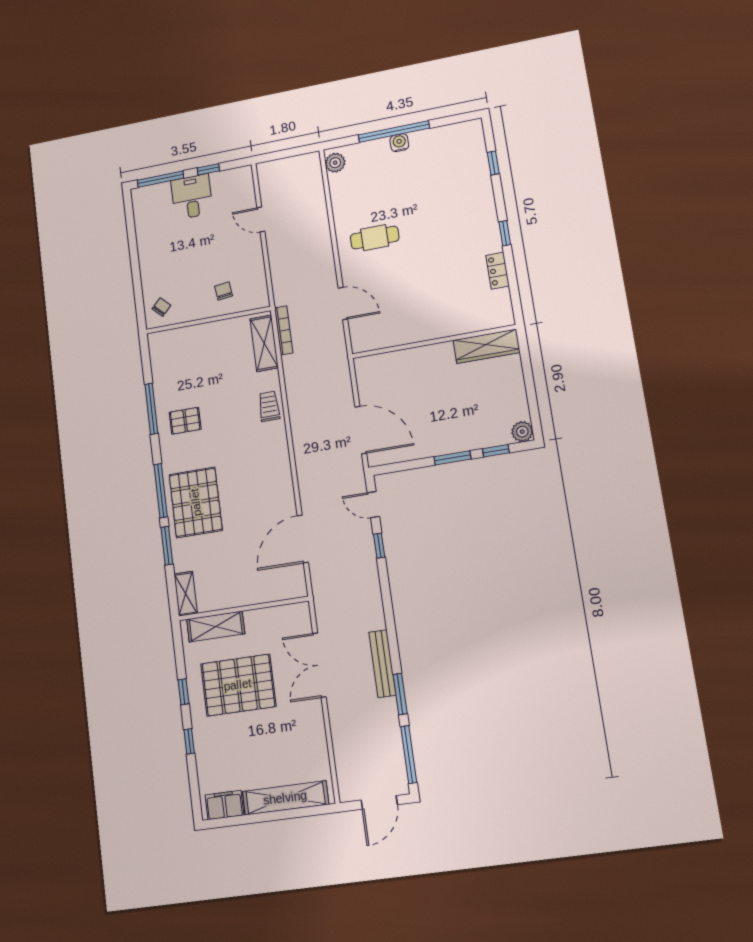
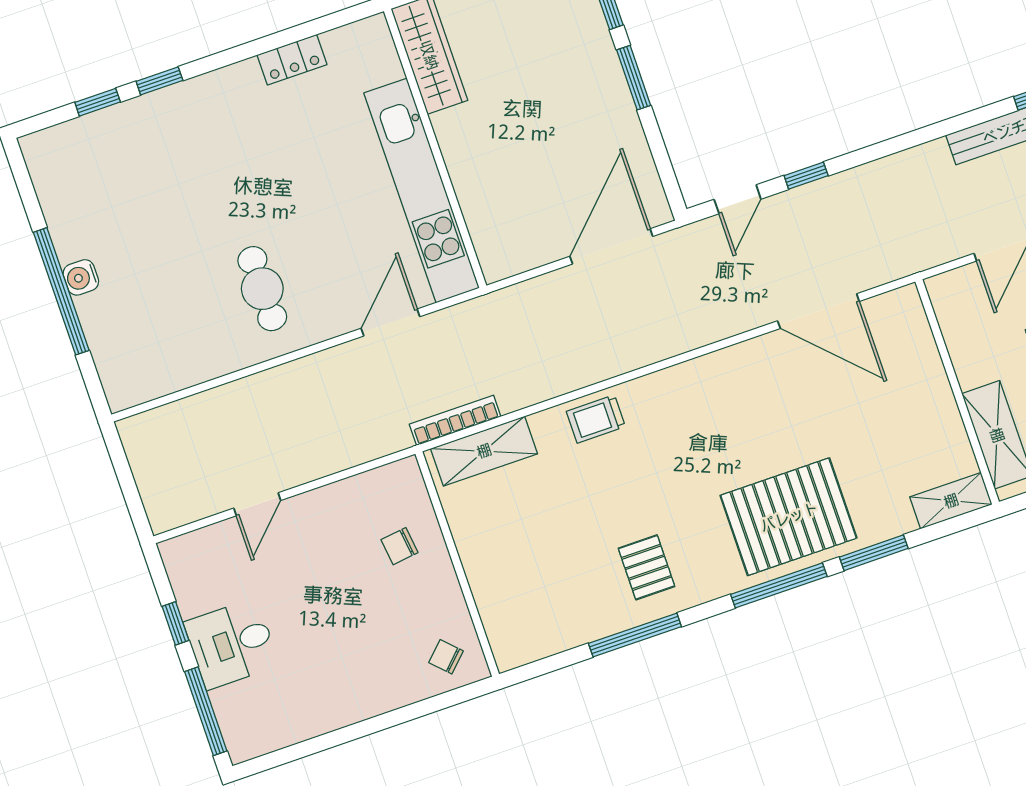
plant: (335, 163) -> (133, 388), removed
window: (505, 233) -> (159, 81), moved
kitchen unit: (412, 331) -> (422, 191), added

